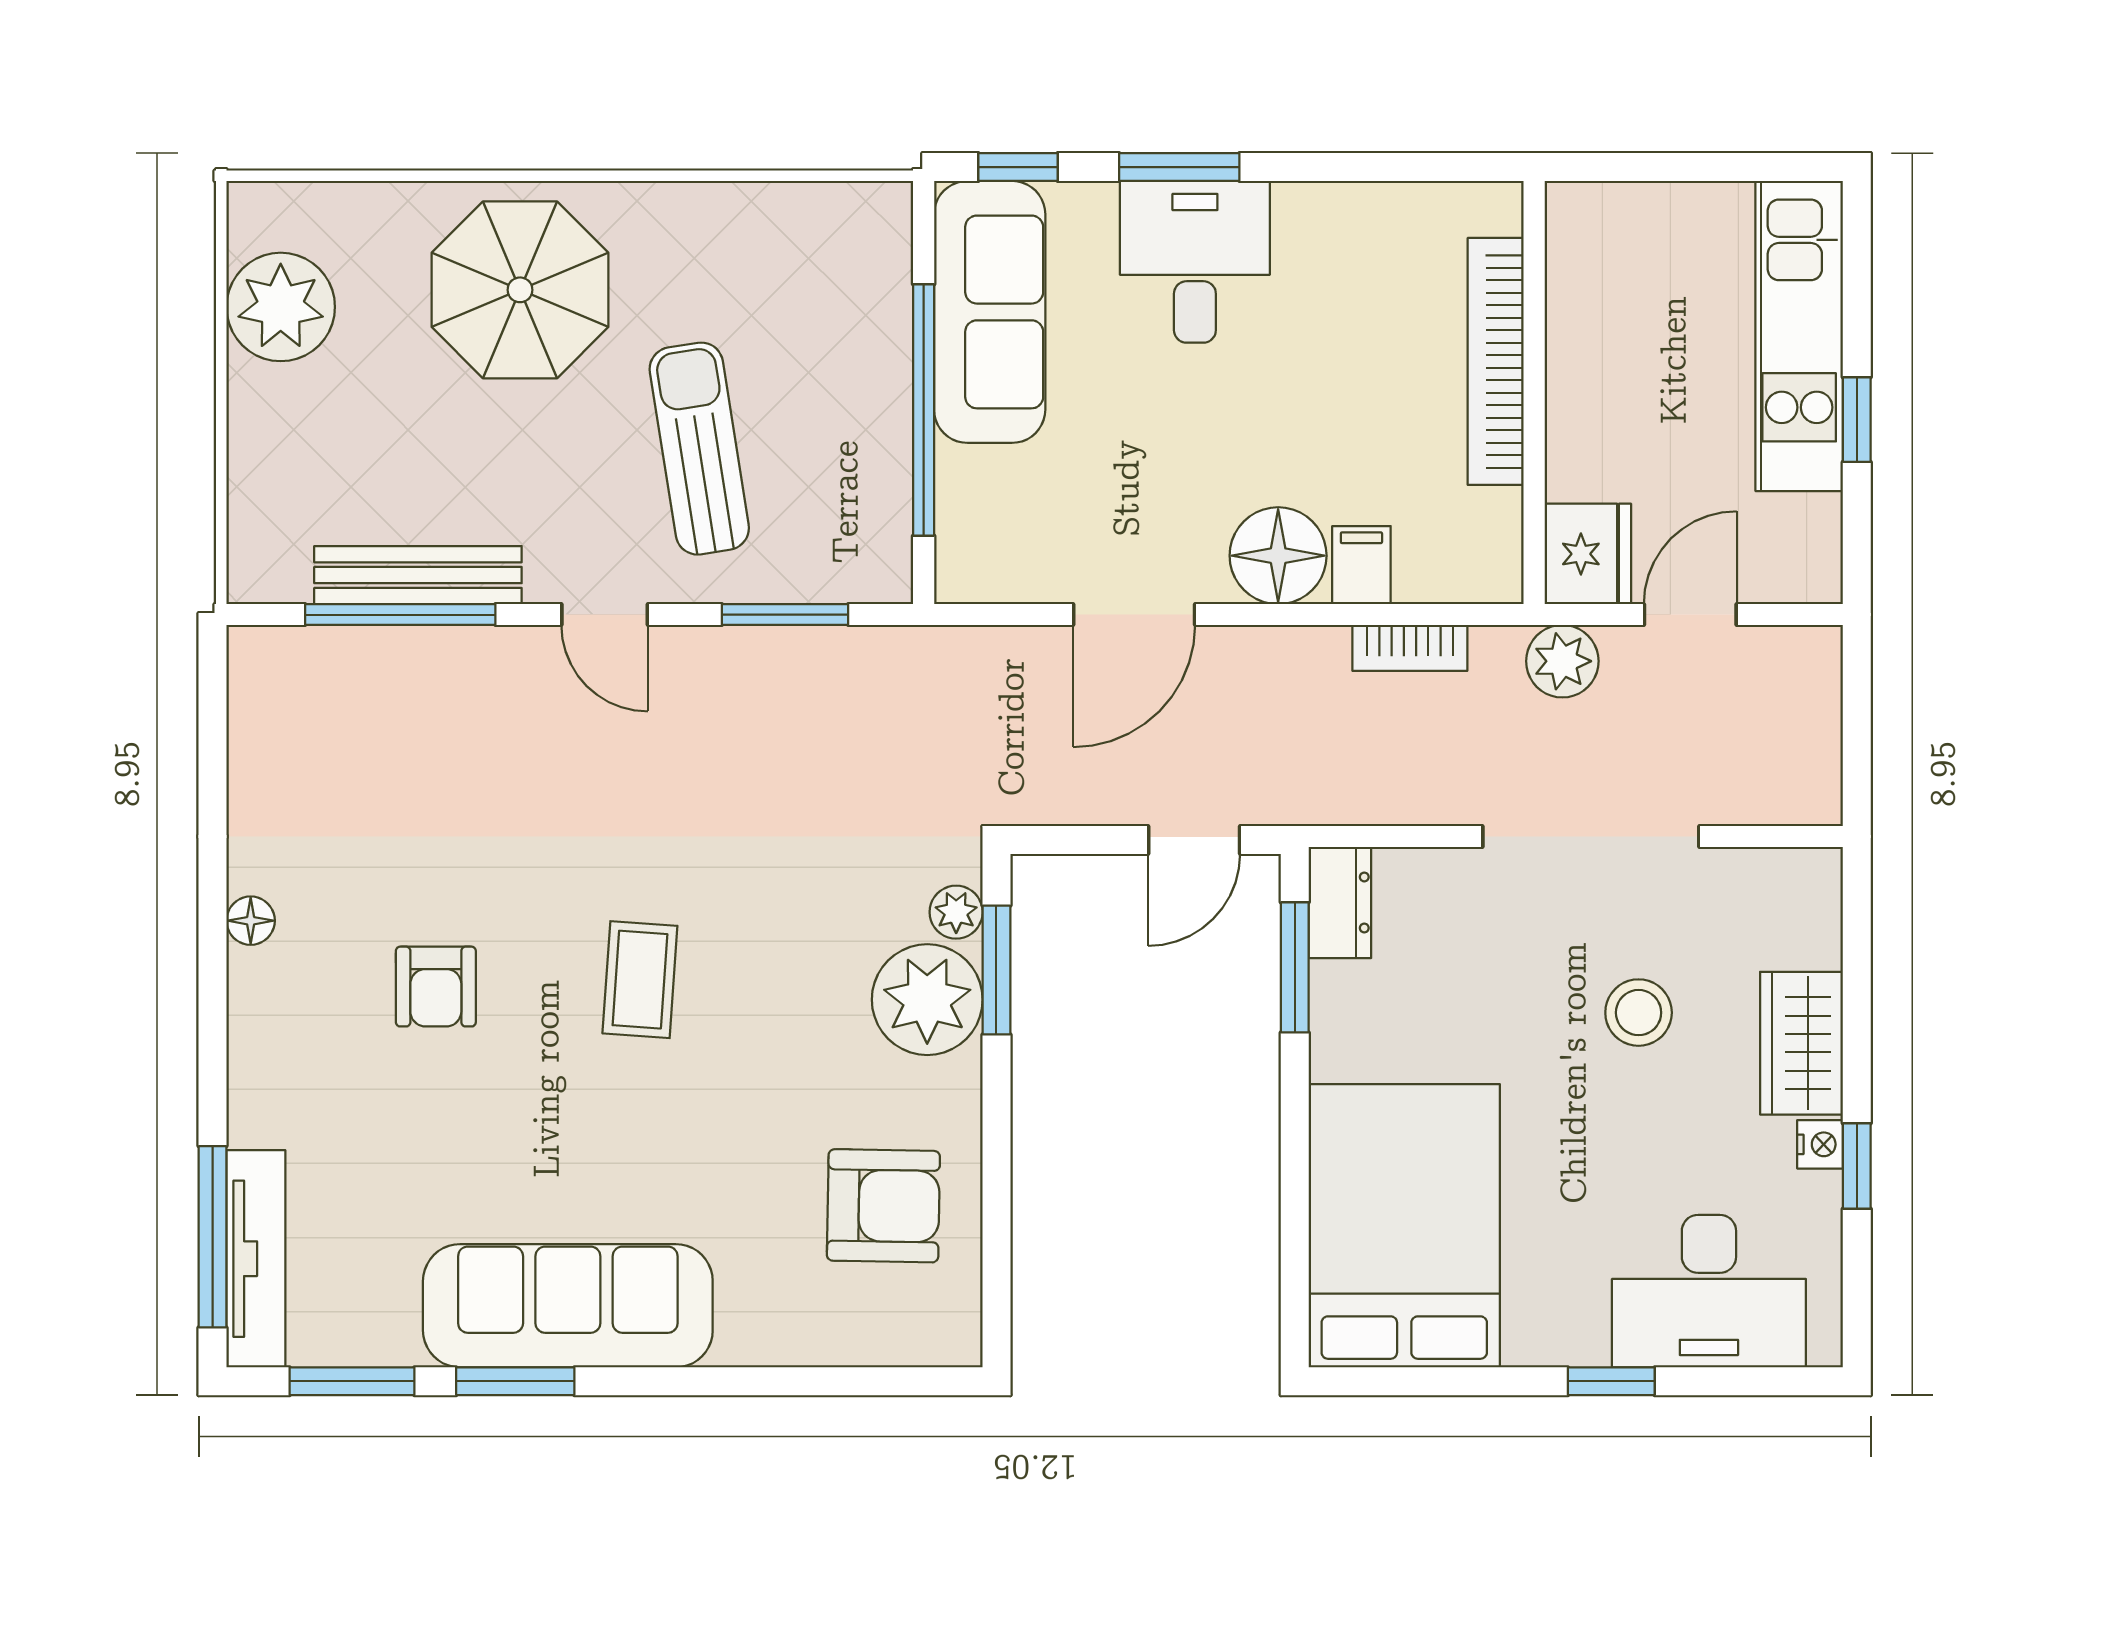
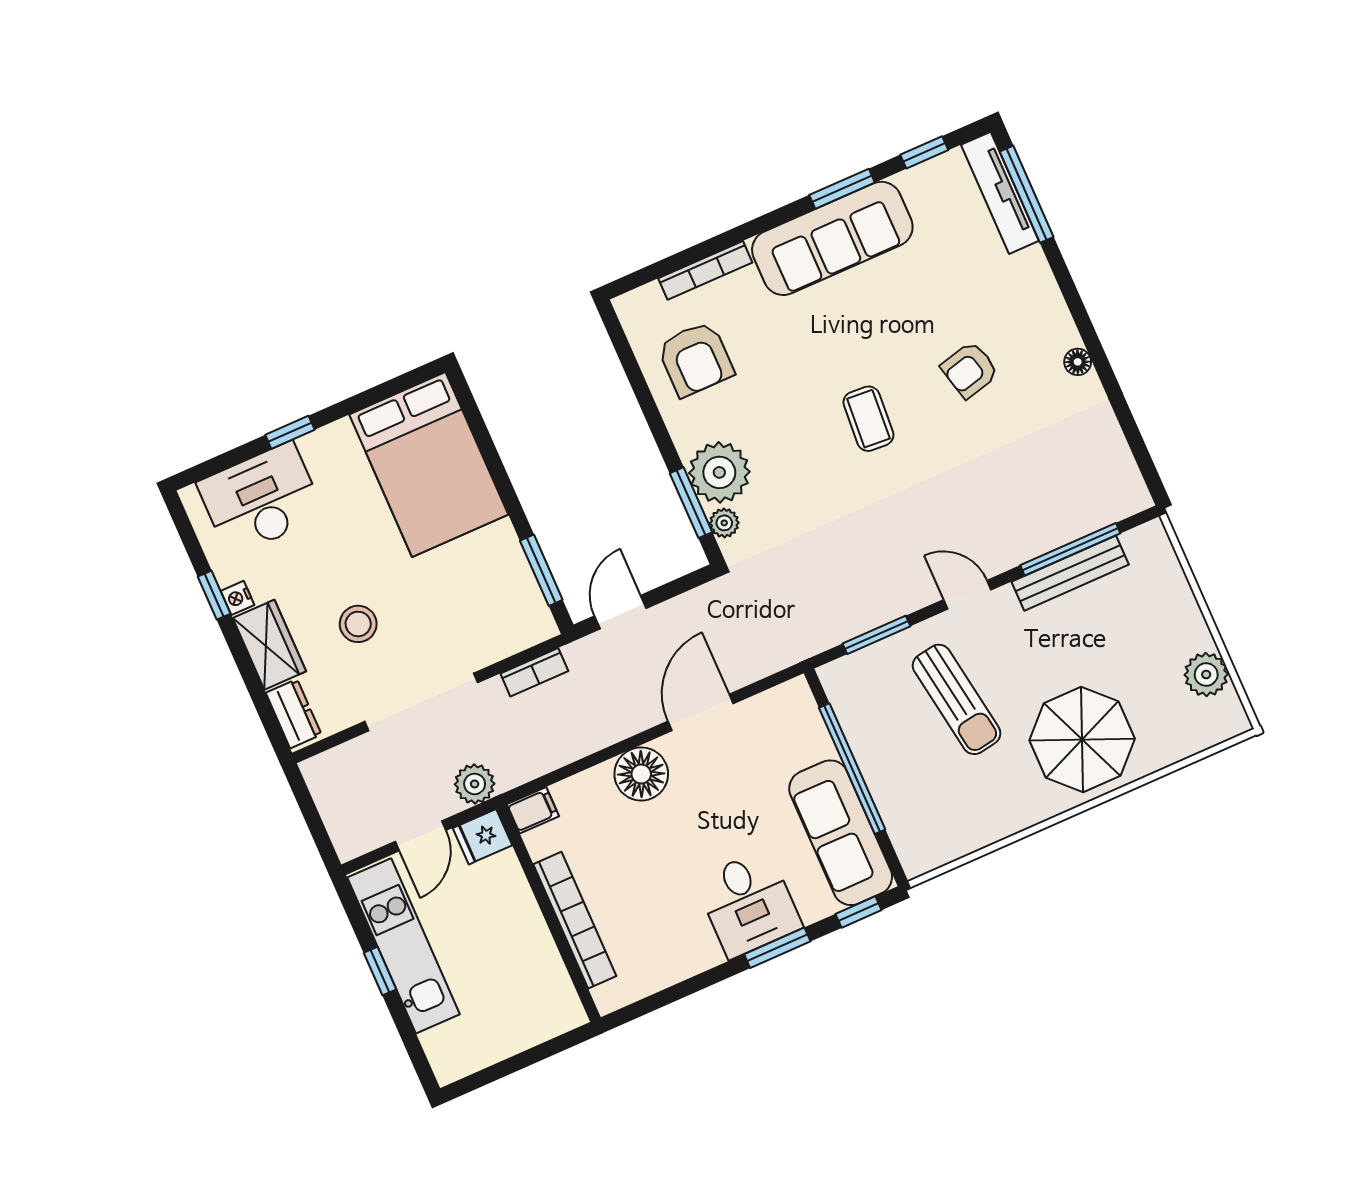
plant: (281, 307) -> (1206, 674), width x0.73, depth x0.73
kitchen unit: (1799, 336) -> (403, 946), moved
fridge: (1588, 554) -> (482, 837), width x0.72
filing cabinet: (1361, 565) -> (533, 810), moved, turned -90
bookcase: (1410, 648) -> (534, 672), moved, turned 180
dresser: (1340, 902) -> (294, 714), moved, turned 180
armchair: (436, 987) -> (970, 370), turned -104
armchair: (883, 1206) -> (696, 359), turned -91
bookcase: (802, 1346) -> (705, 270), added
window: (352, 1381) -> (924, 152), width x0.67

